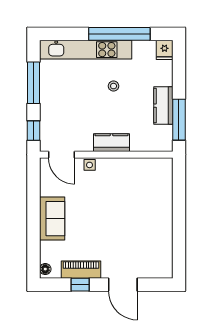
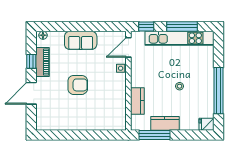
kitchen unit: (86, 50) -> (180, 38), moved, turned -90
kitchen counter: (111, 143) -> (137, 101), moved
armchair: (112, 222) -> (78, 85), added

